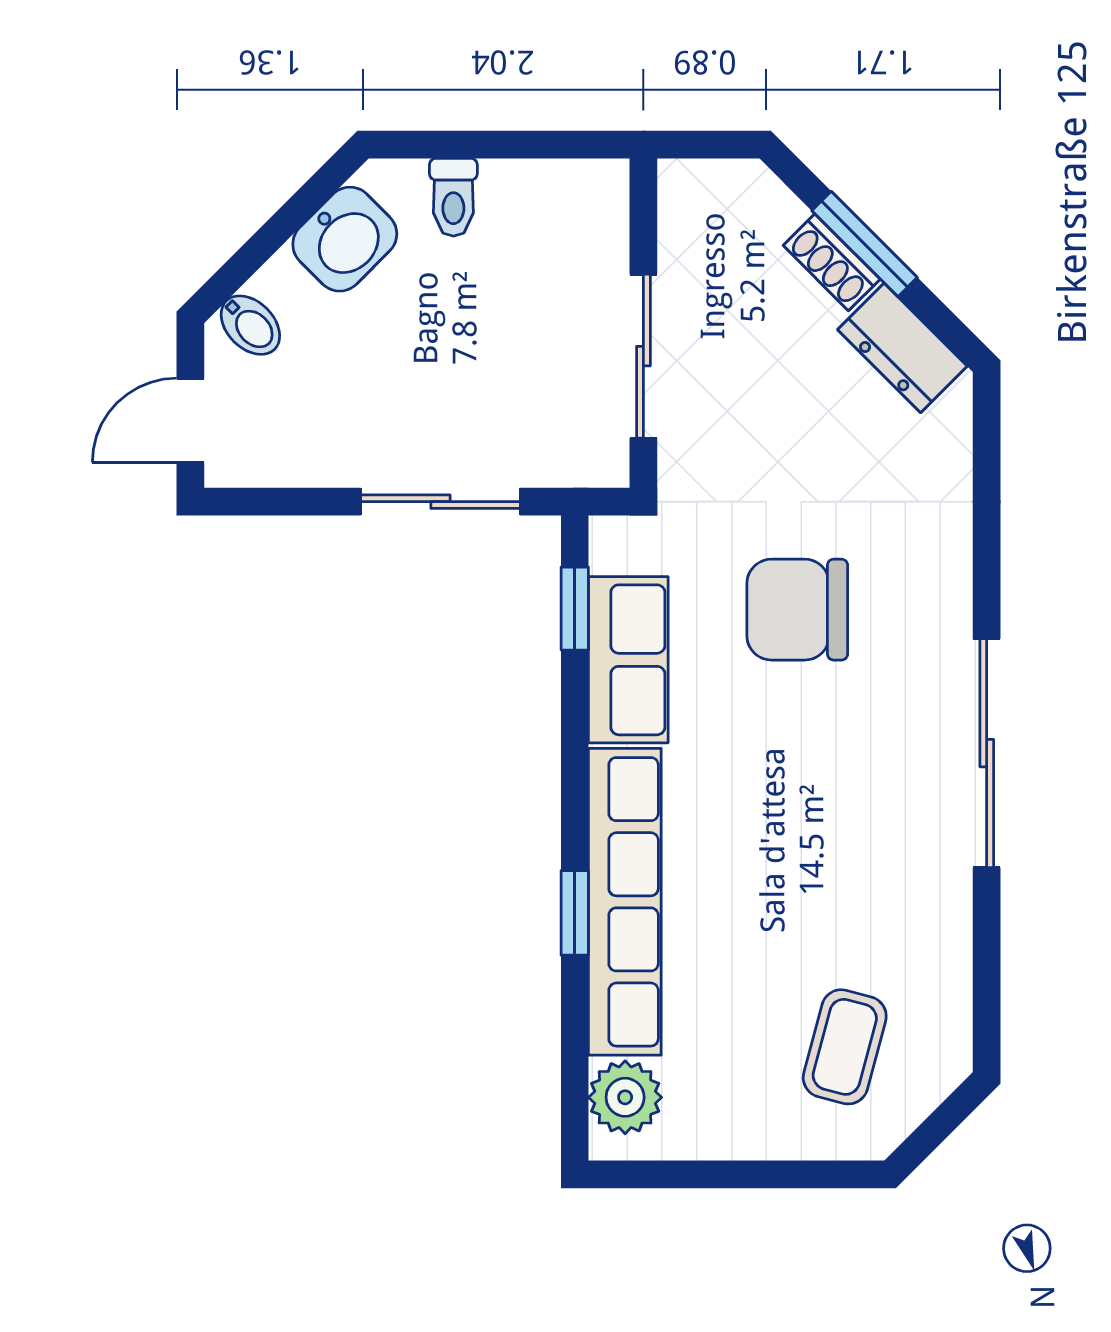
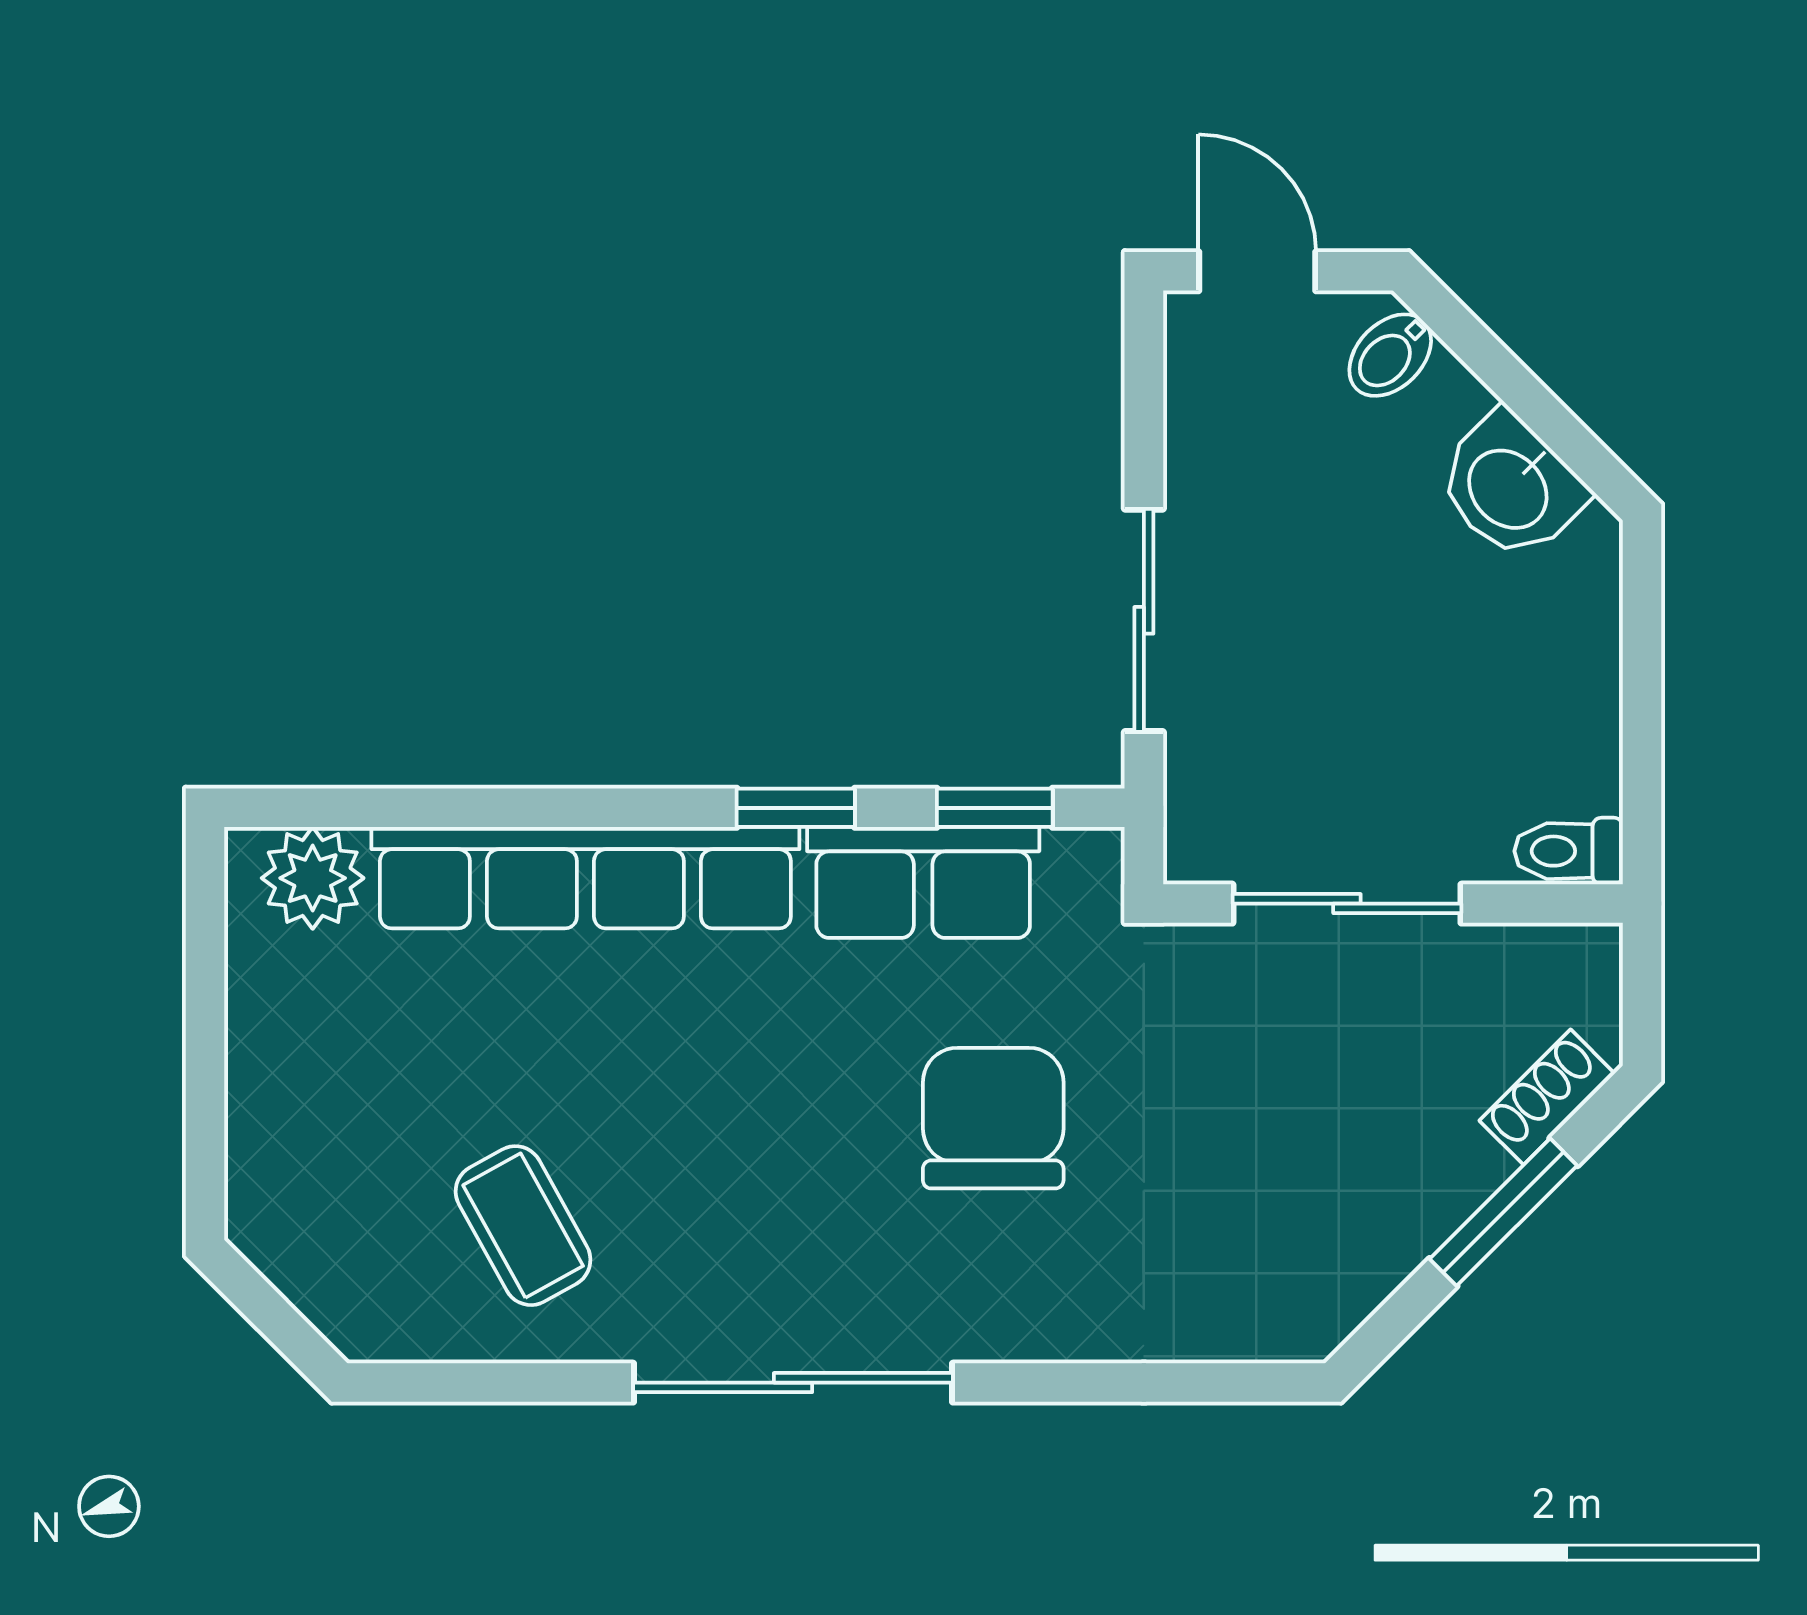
toilet: (453, 197) -> (1569, 851), moved
shoe rack: (832, 262) -> (1547, 1097), moved
dresser: (902, 348) -> (1358, 1265), removed
window: (575, 913) -> (796, 808), moved
coffee table: (845, 1047) -> (523, 1226), moved, turned 46

